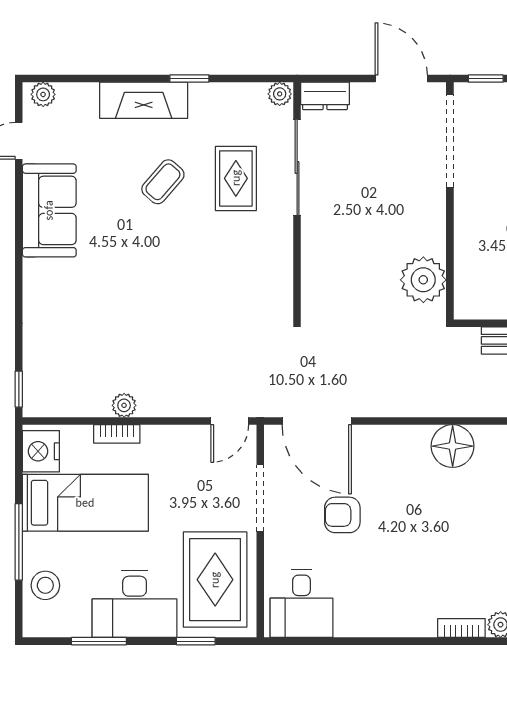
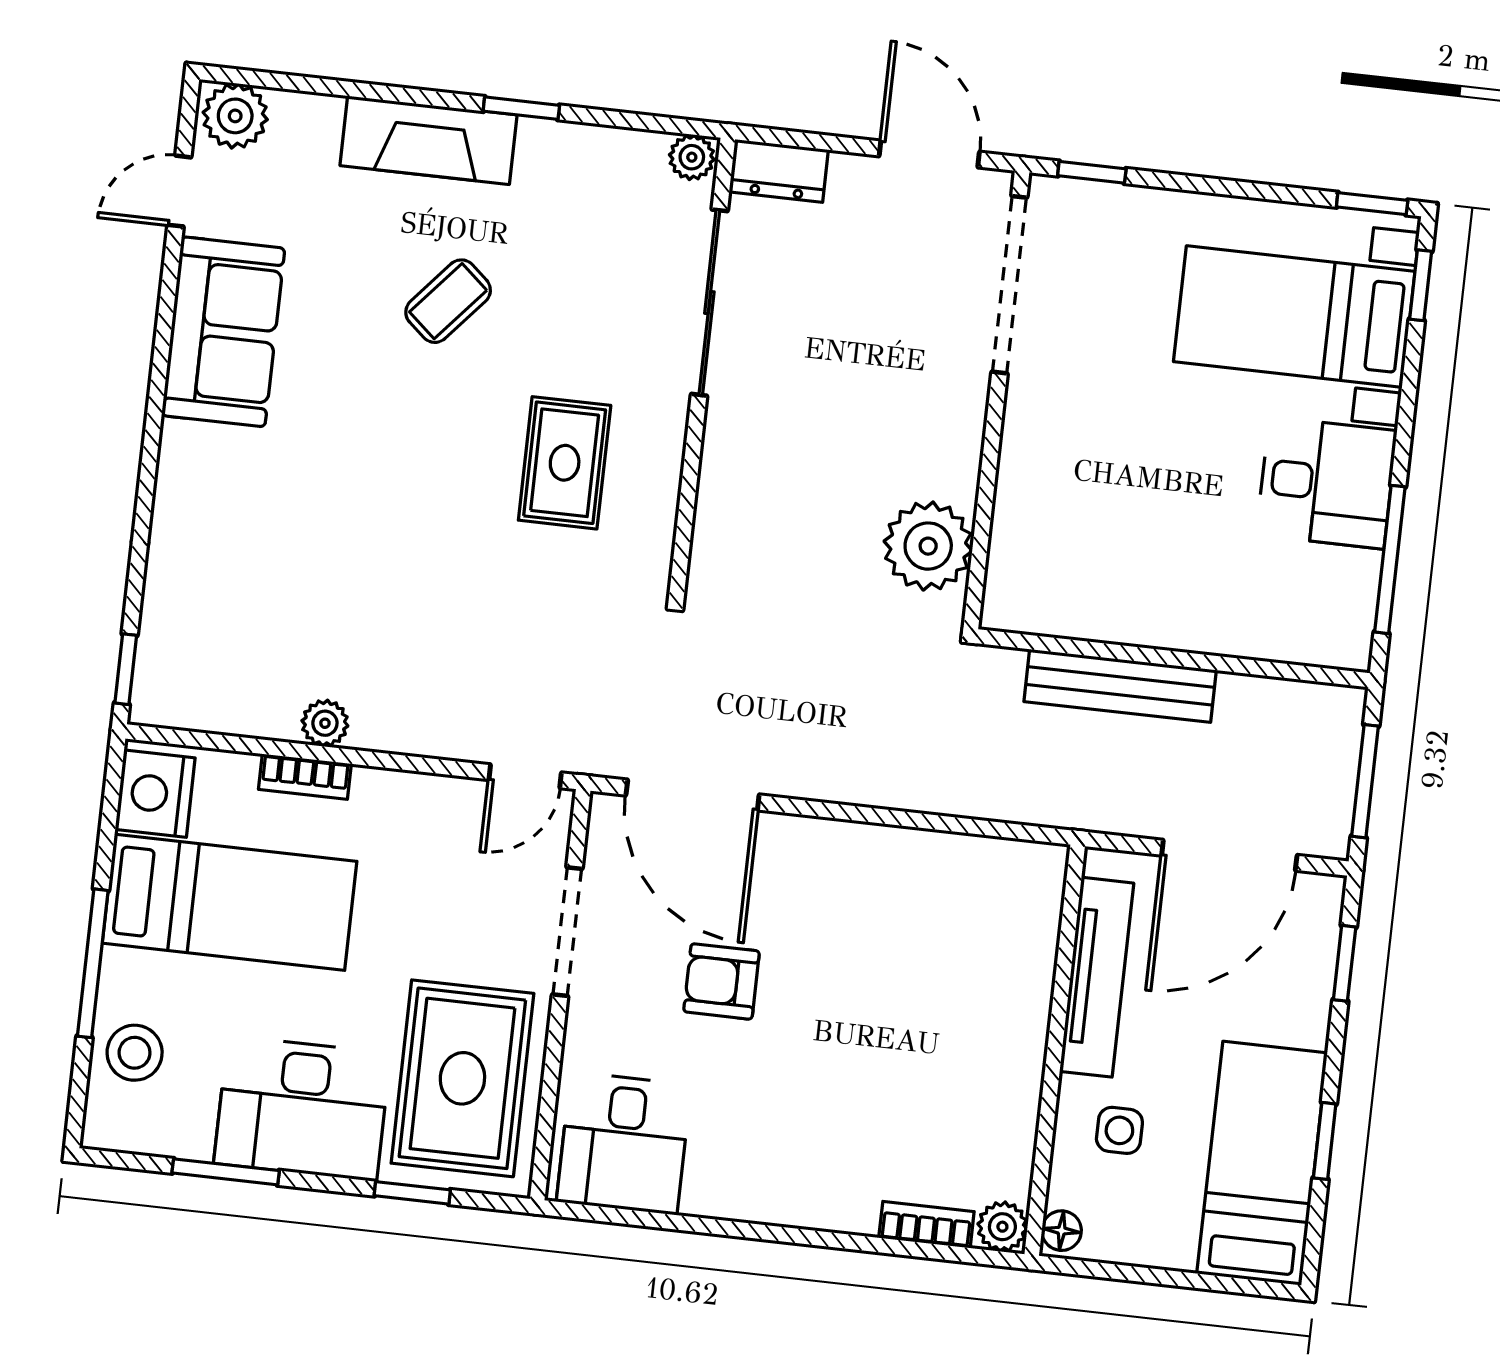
plant: (43, 94) -> (235, 116), width x1.38, depth x1.38
rug: (236, 178) -> (565, 463), moved
floor lamp: (453, 446) -> (949, 873), removed

